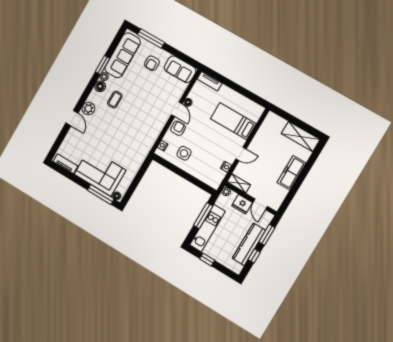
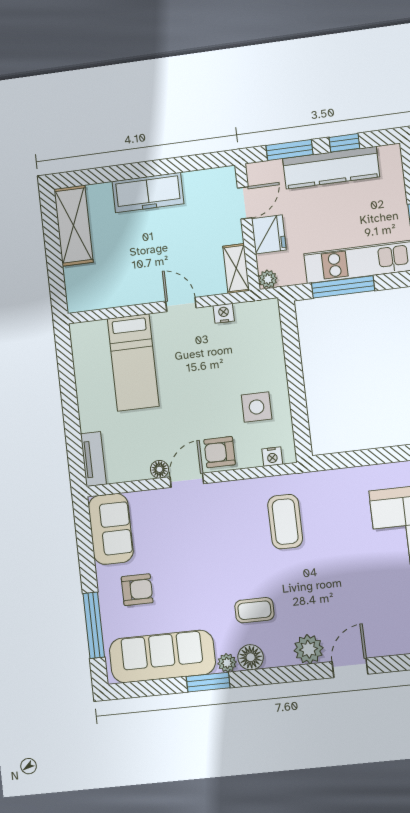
coffee table: (137, 133) -> (285, 522), added

